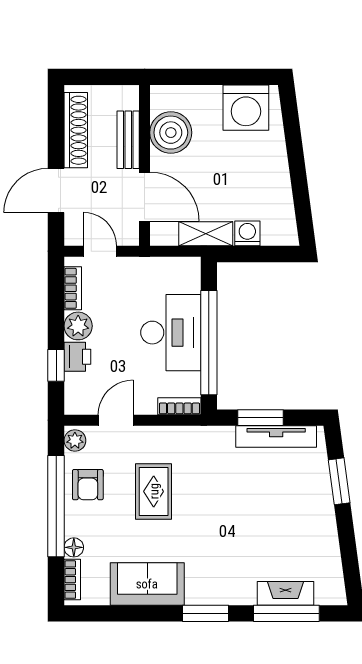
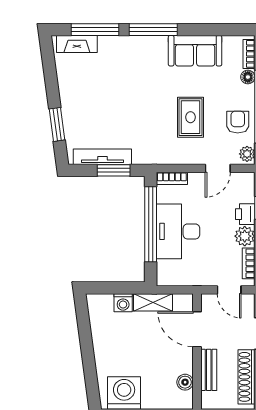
boiler: (171, 133) -> (185, 382), width x0.54, depth x0.54
fireplace: (286, 593) -> (77, 44), moved
window: (205, 613) -> (153, 30), width x1.44

